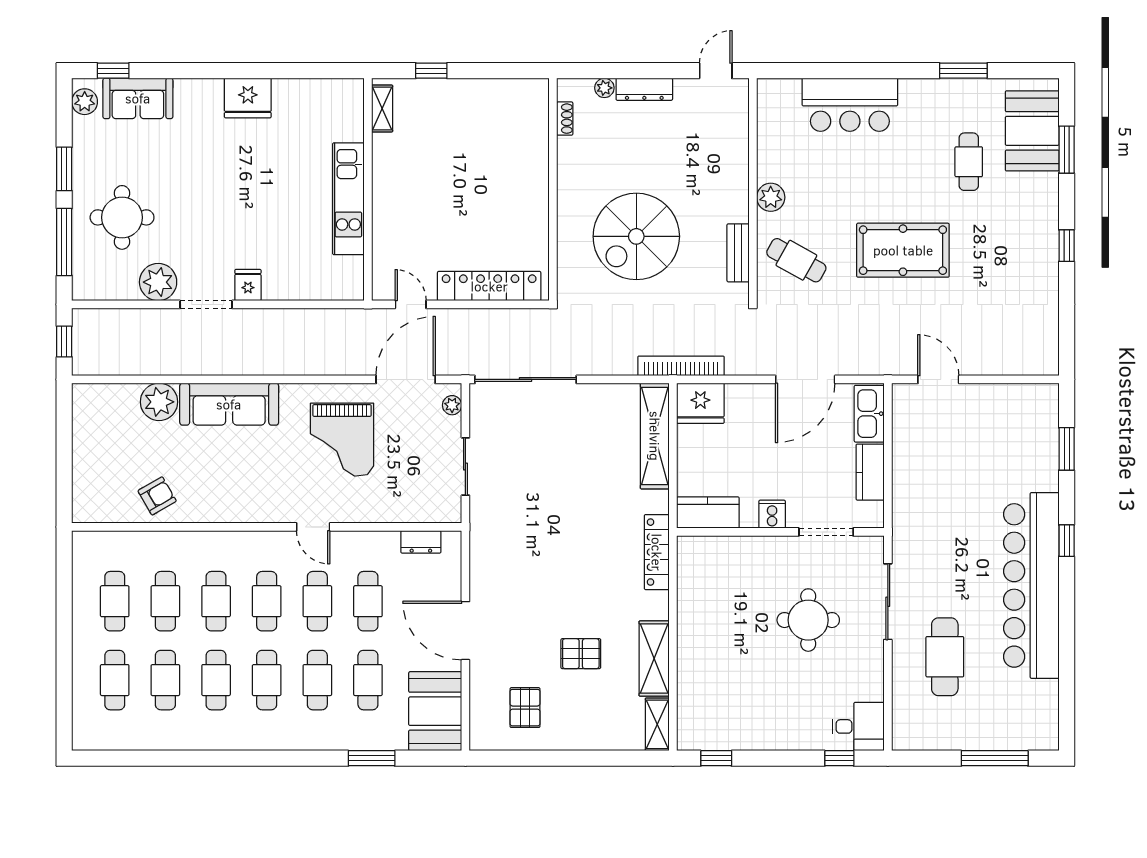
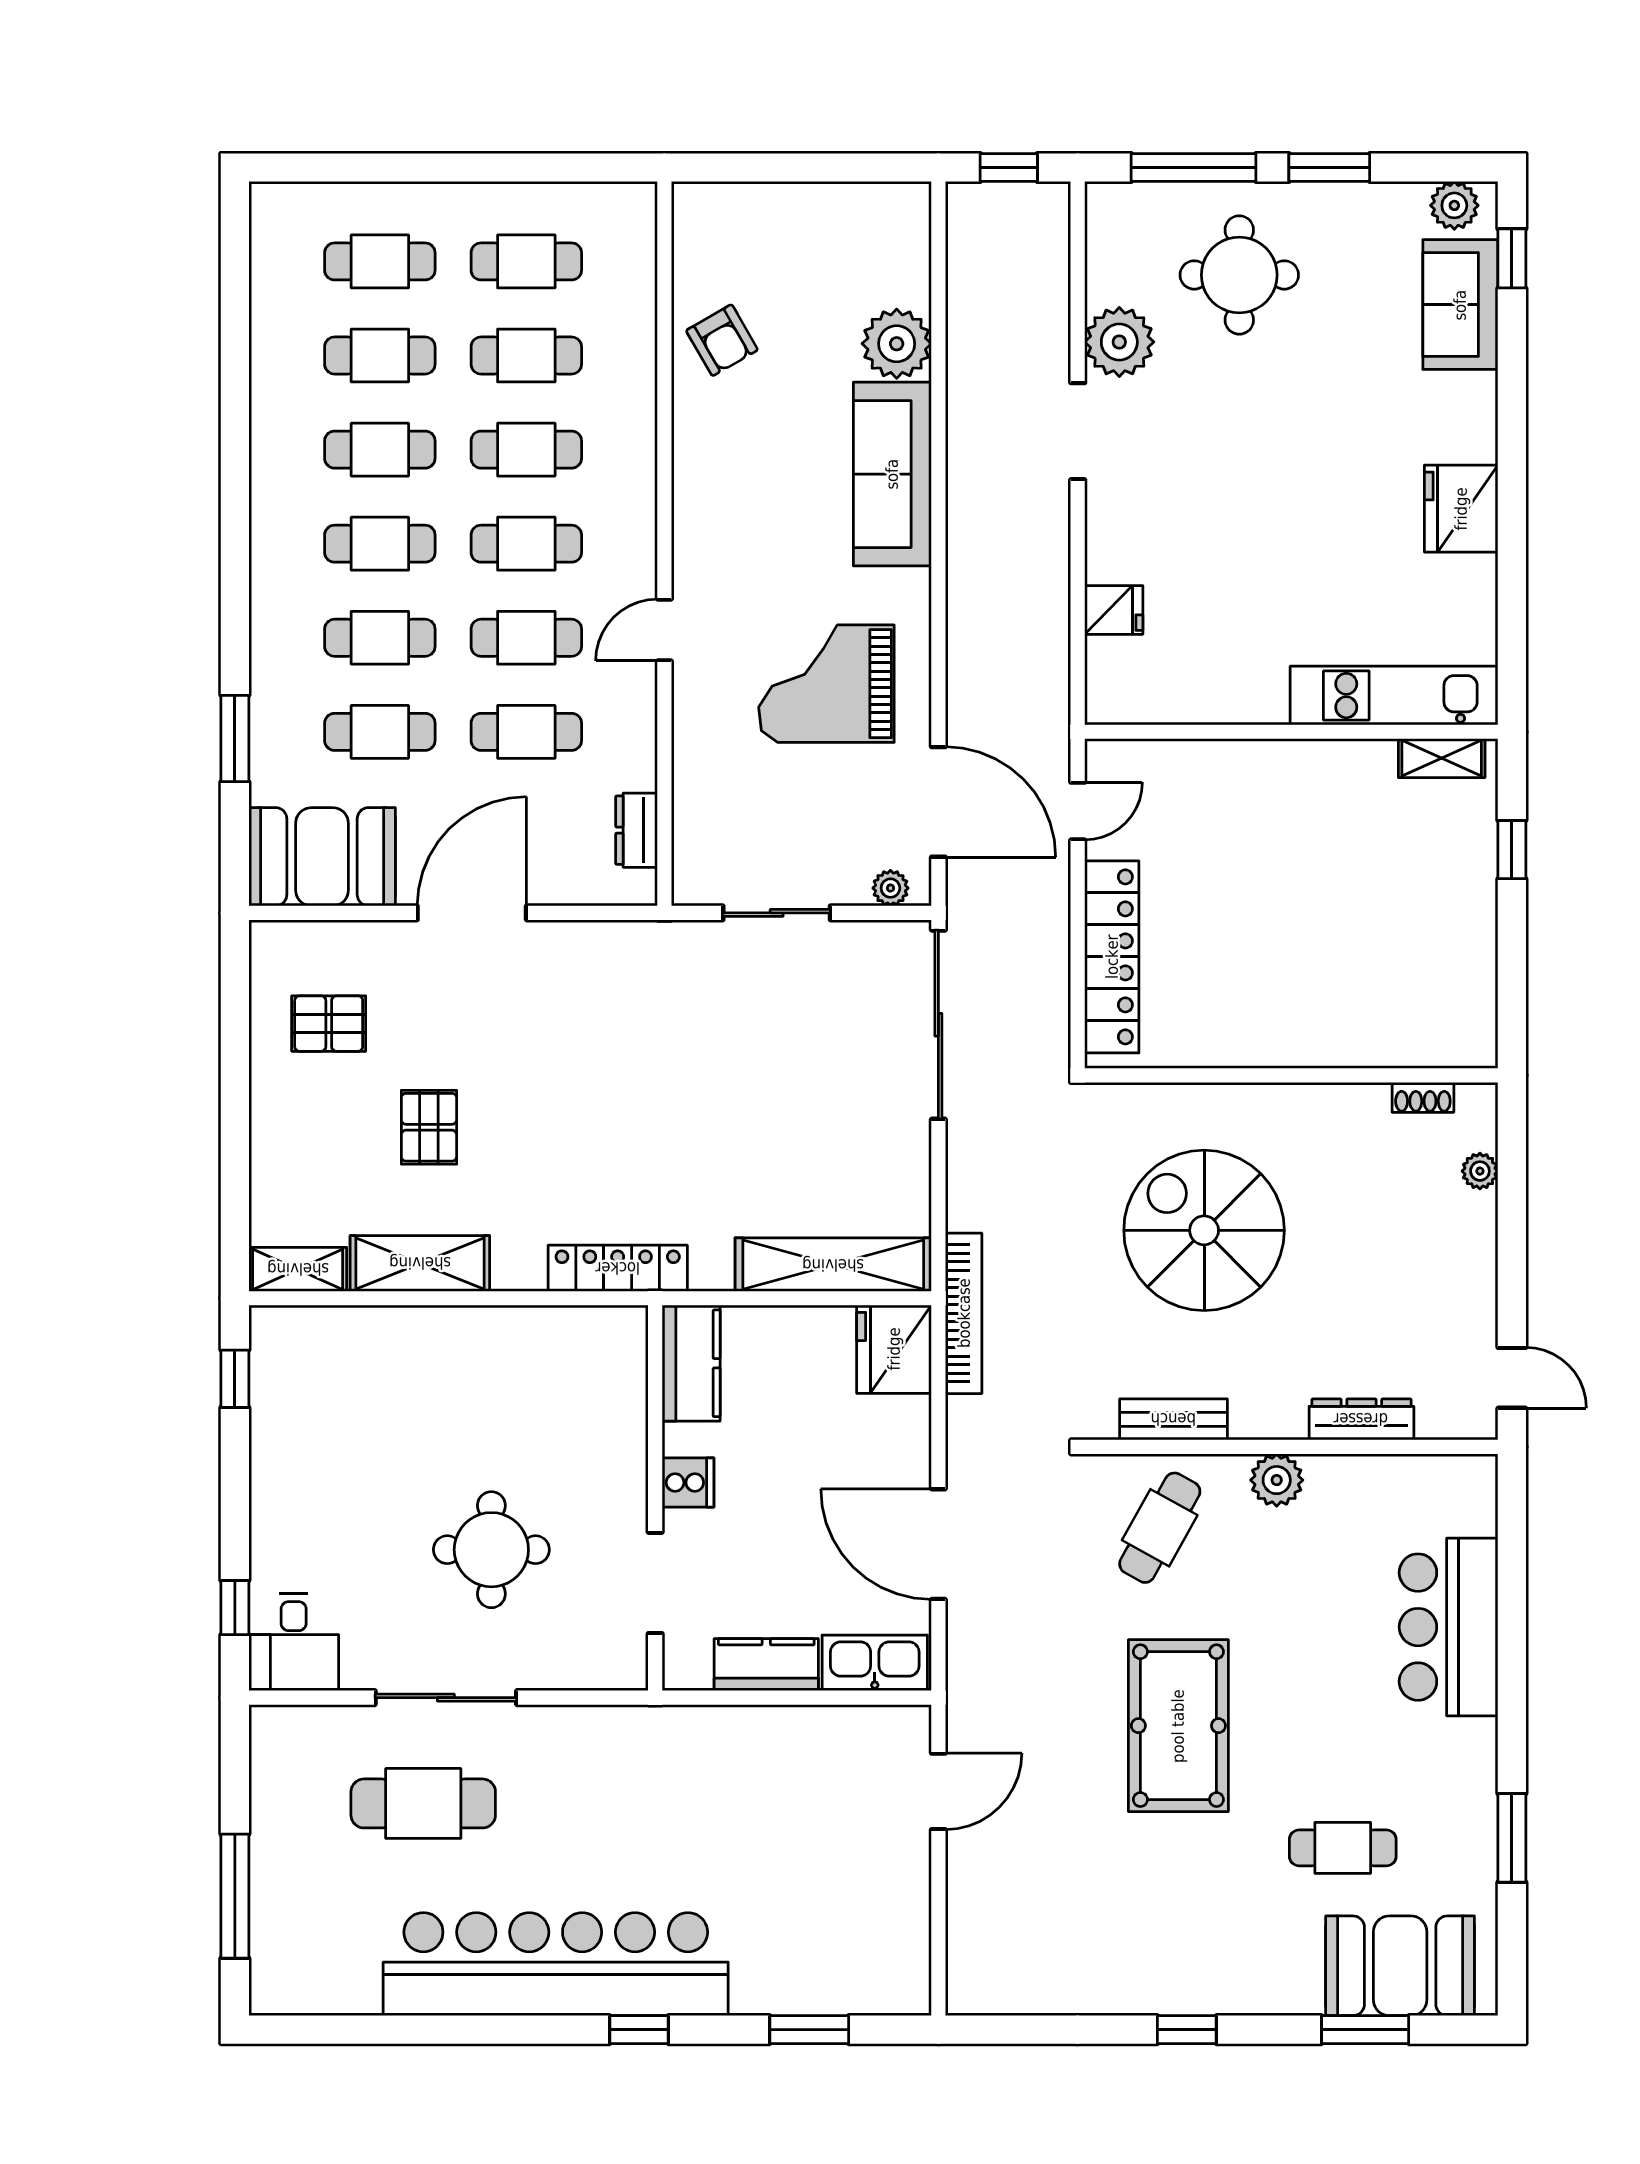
dresser: (644, 89) -> (1361, 1419), moved, turned 90
kitchen unit: (348, 199) -> (1394, 696), moved
fridge: (248, 285) -> (1114, 610), moved
sliding door: (888, 602) -> (446, 1698), moved

